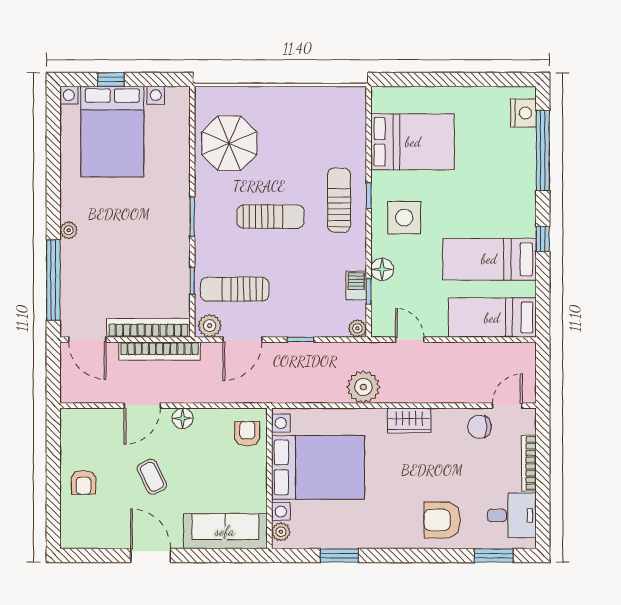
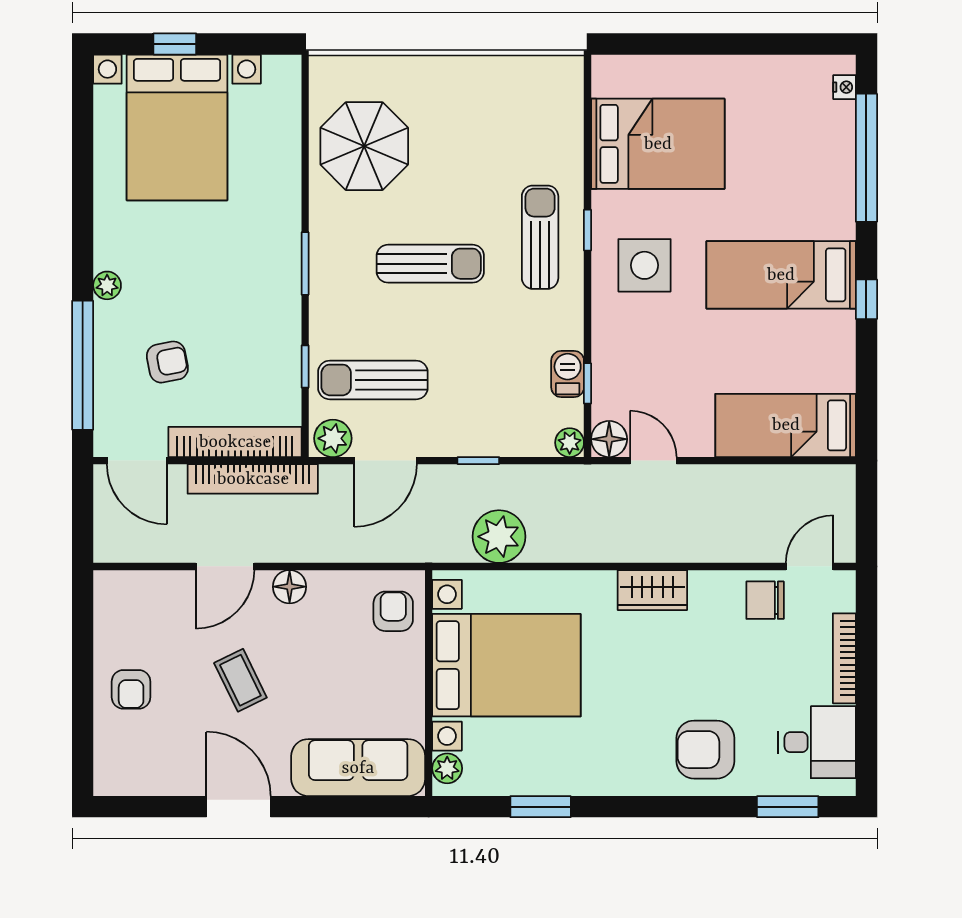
nightstand: (523, 113) -> (845, 87), width x0.53, depth x0.56
bed: (489, 259) -> (781, 275), moved
floor lamp: (382, 269) -> (609, 439), moved
armchair: (106, 278) -> (167, 362), added
plant: (363, 387) -> (499, 537), moved

